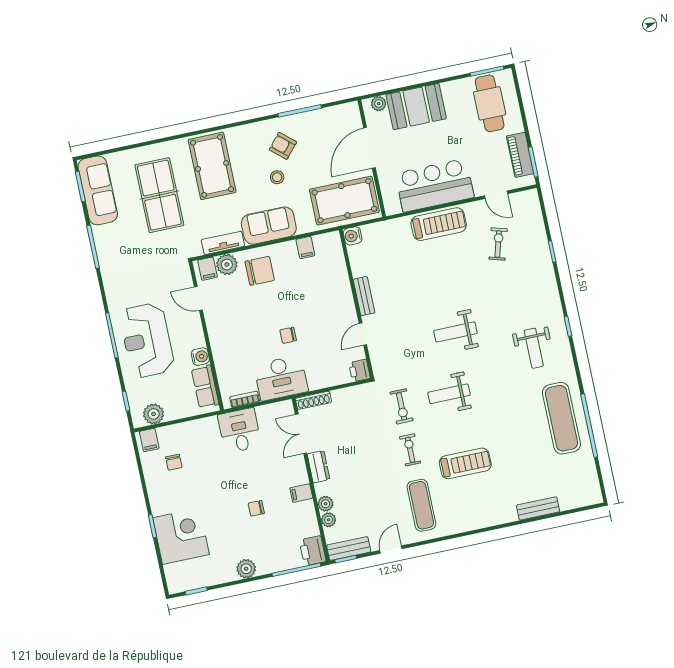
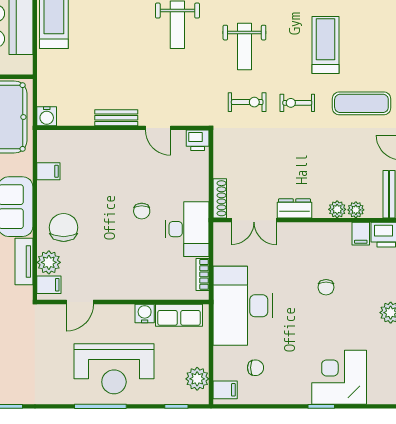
desk: (240, 431) -> (243, 306), width x1.87, depth x1.30
filing cabinet: (301, 493) -> (361, 234), moved

